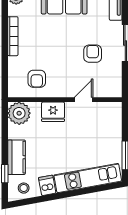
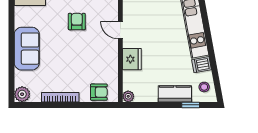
armchair: (93, 54) -> (77, 22), turned 90
armchair: (37, 79) -> (99, 92), moved
plant: (19, 113) -> (128, 96), width x0.53, depth x0.53

